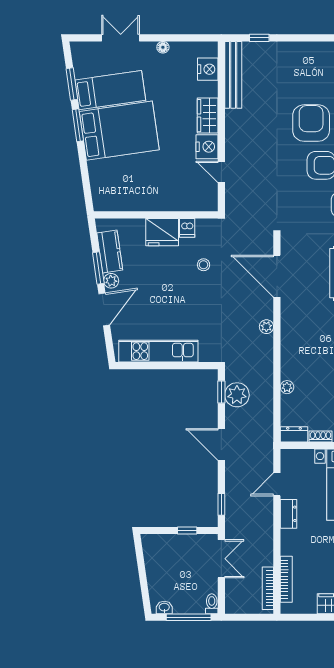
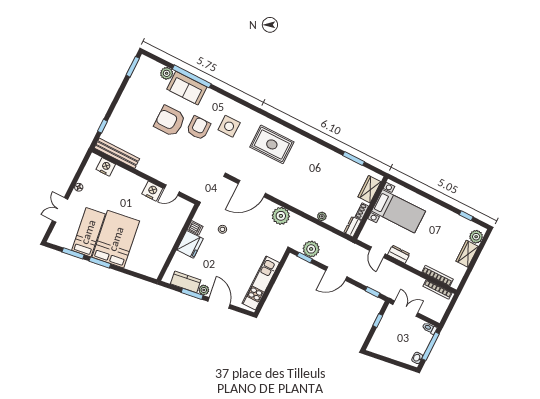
wardrobe: (208, 116) -> (134, 181), removed
plant: (266, 327) -> (281, 216), width x1.87, depth x1.87

